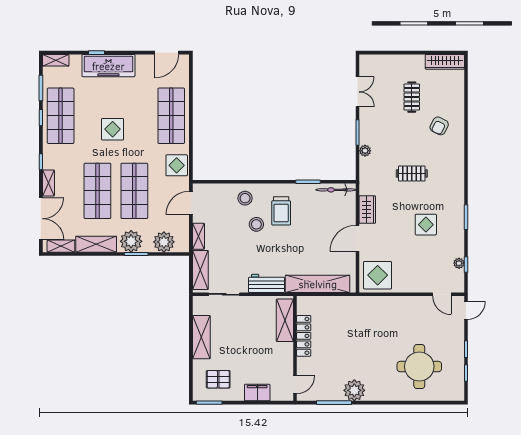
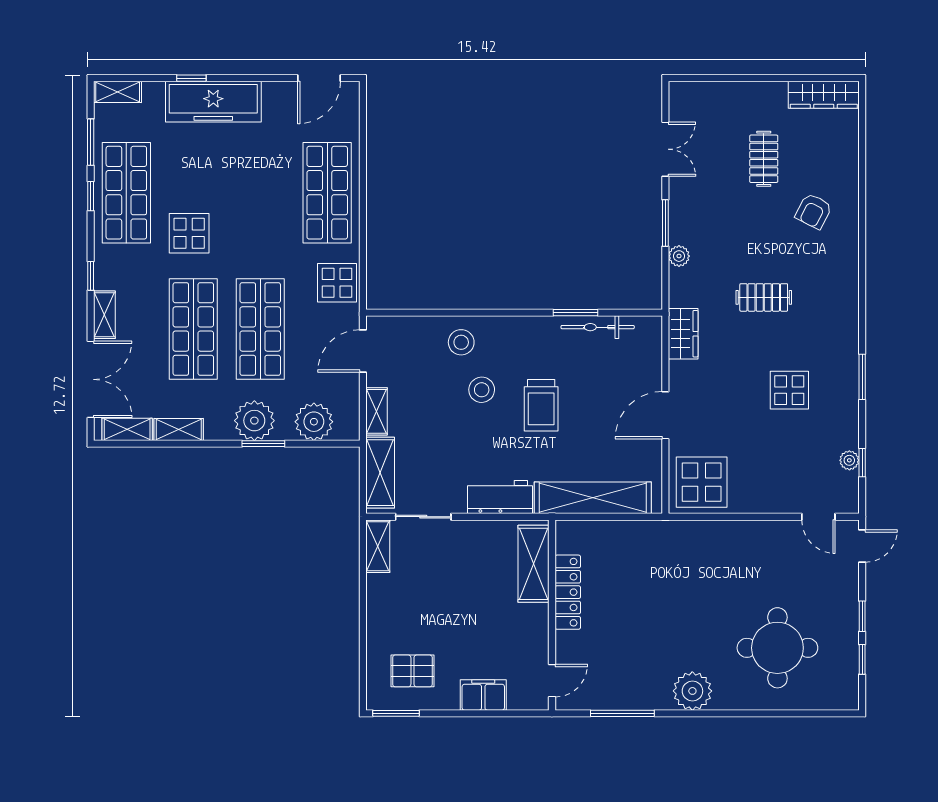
display table: (113, 129) -> (189, 233), moved
bicycle: (336, 190) -> (598, 327), moved
wardrobe: (367, 210) -> (683, 334), moved
trolley: (281, 211) -> (541, 405), moved
shelving: (96, 244) -> (179, 430), width x0.67, depth x0.75
shelving: (201, 337) -> (378, 546), moved, width x0.67, depth x0.75
plant: (354, 390) -> (692, 691), moved

